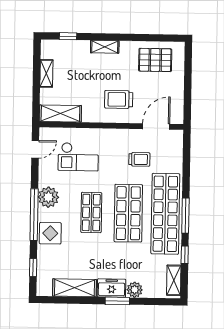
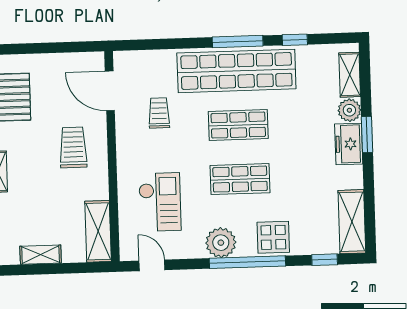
trolley: (119, 99) -> (73, 147), turned 180
shop shelf: (128, 213) -> (238, 125), width x0.70, depth x0.74
shelving: (174, 280) -> (350, 75), moved, turned 90
shelving: (74, 288) -> (352, 222), moved

